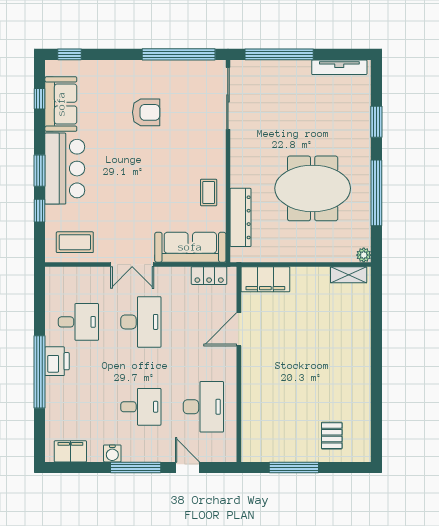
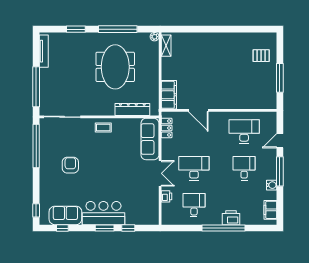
coffee table: (209, 192) -> (103, 128), moved
coffee table: (75, 242) -> (147, 207), removed
printer: (93, 275) -> (167, 196), added
printer: (57, 361) -> (231, 218), moved

